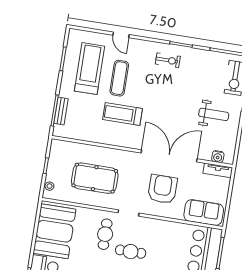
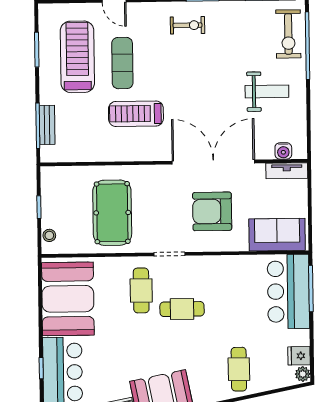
pool table: (95, 178) -> (112, 213), turned 90
armchair: (162, 189) -> (212, 211), turned -90

